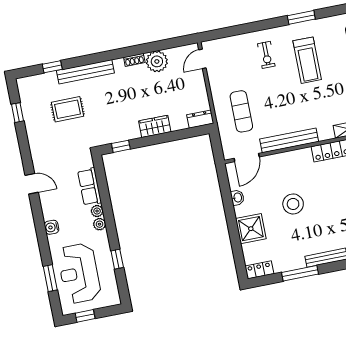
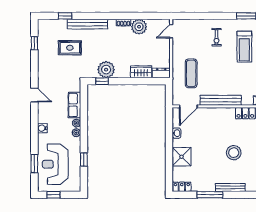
wardrobe: (155, 126) -> (141, 72), moved
plant: (123, 129) -> (106, 70), added
stool: (293, 204) -> (234, 153), moved

